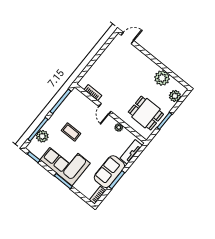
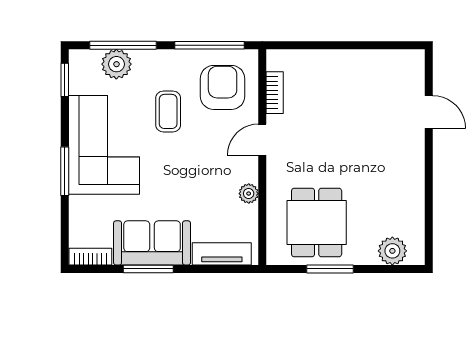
door: (127, 38) -> (429, 112), moved
plant: (162, 78) -> (406, 200), removed
armchair: (78, 108) -> (223, 87), added

